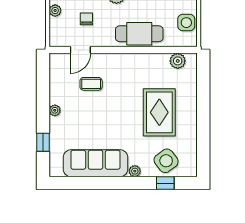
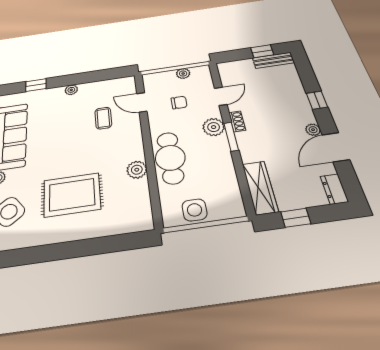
plant: (178, 61) -> (137, 170), moved

